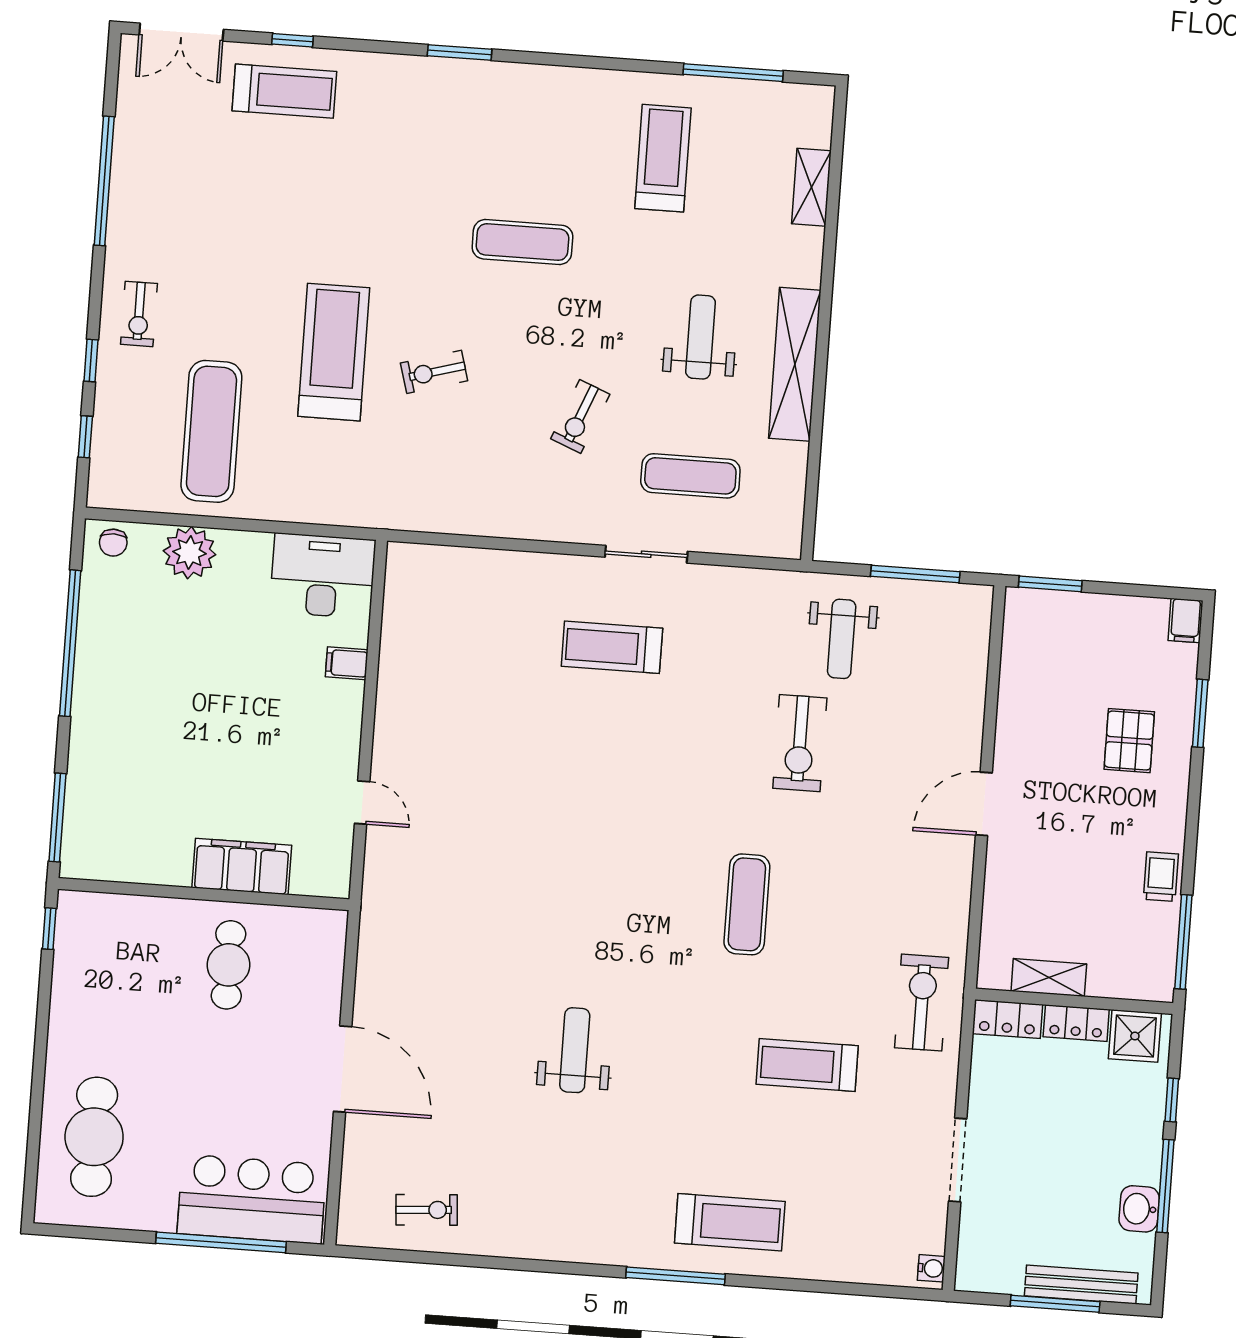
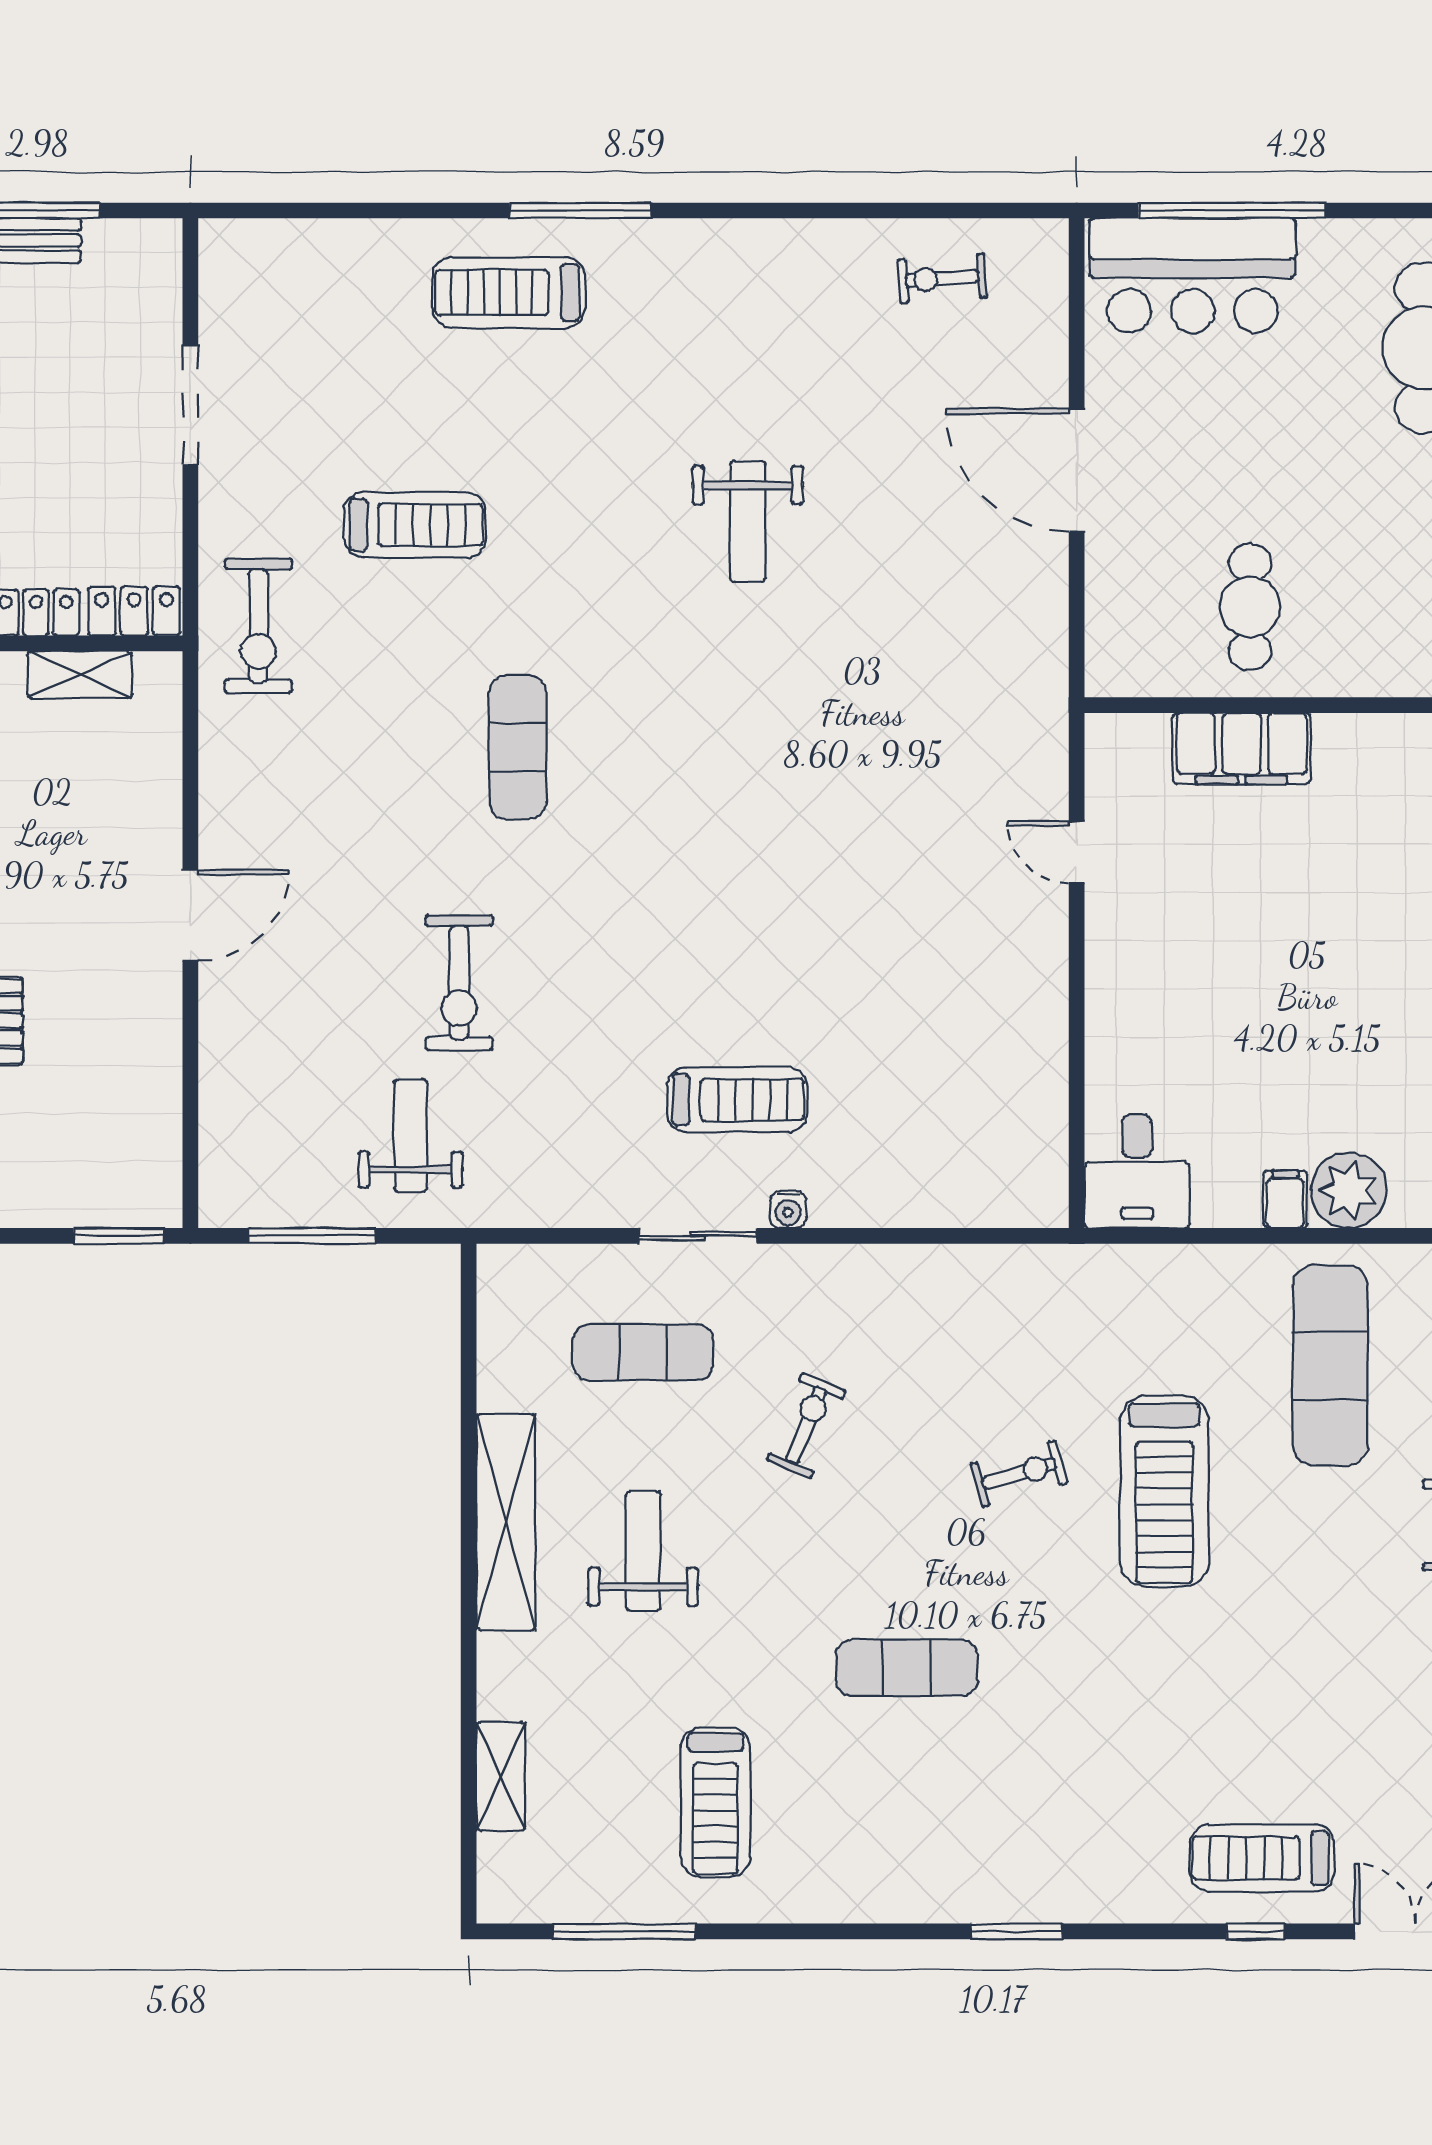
weight bench: (700, 337) -> (643, 1551), turned 180
desk: (323, 576) -> (1137, 1171), width x0.73
filing cabinet: (347, 663) -> (1285, 1199), moved, turned -90
exercise bike: (800, 743) -> (459, 983), turned 180
water cooler: (931, 1268) -> (788, 1210), moved, turned -90

